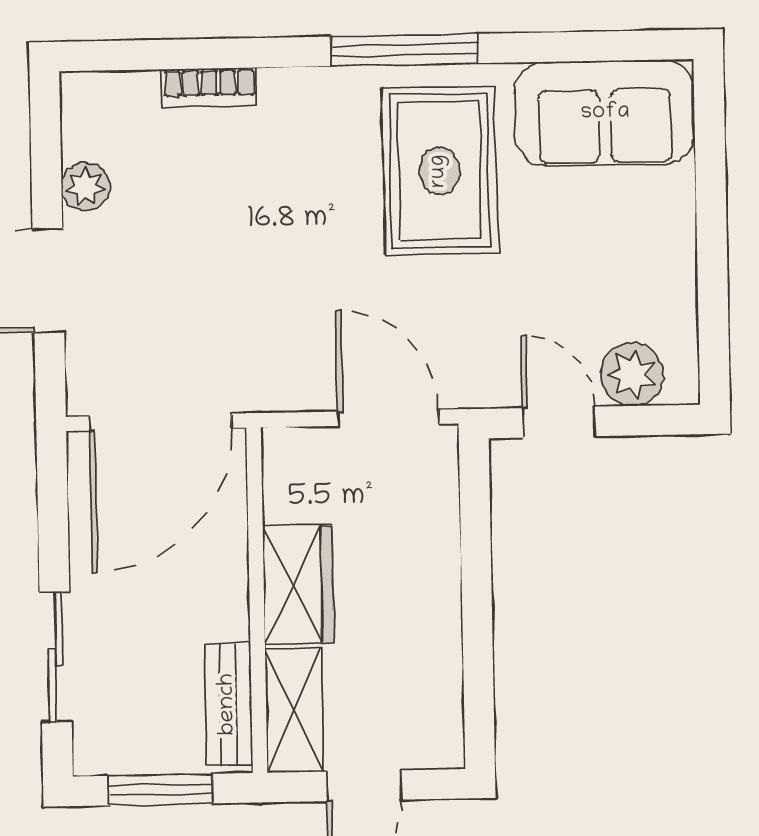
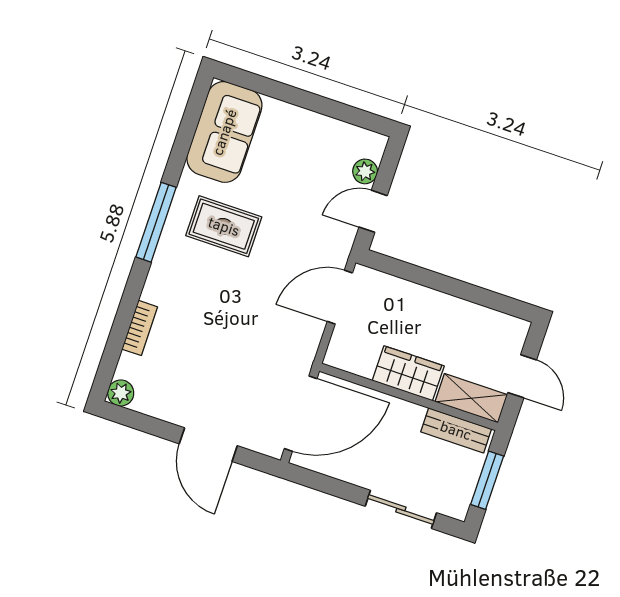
rug: (439, 171) -> (224, 226), width x0.73, depth x0.70
plant: (86, 187) -> (121, 393), moved
plant: (632, 375) -> (365, 171), width x0.73, depth x0.73
door: (160, 422) -> (301, 414), hinge flipped

